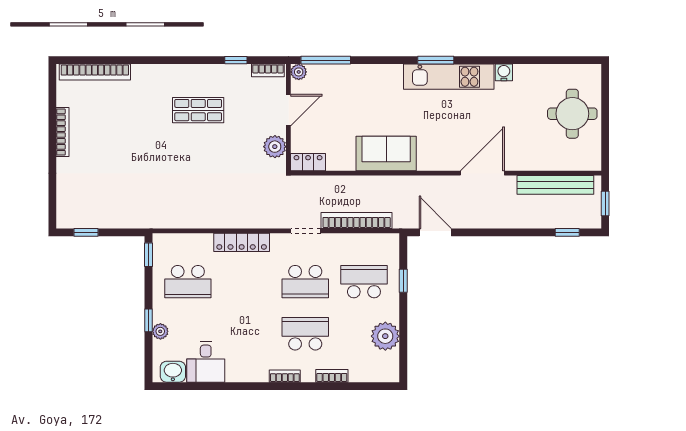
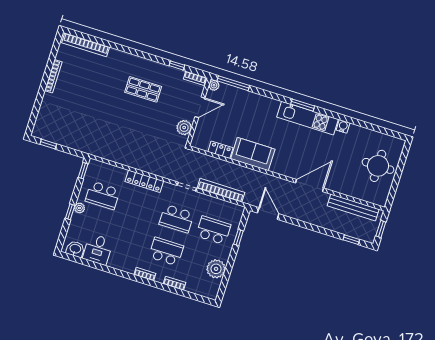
locker: (308, 162) -> (220, 150), moved
plant: (160, 331) -> (79, 208), moved

